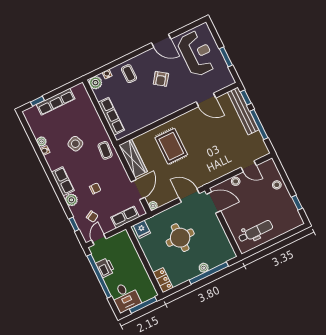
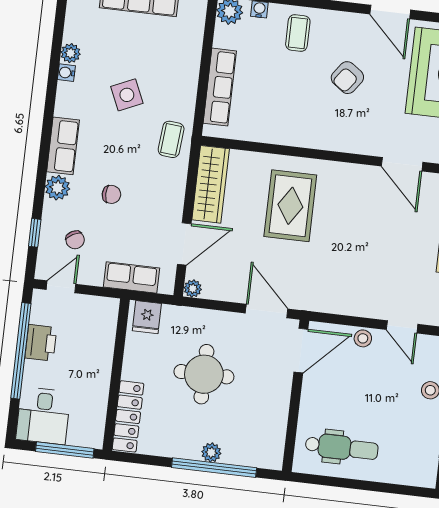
door: (214, 203) -> (301, 351), hinge flipped
locker: (163, 280) -> (128, 416), width x1.53

